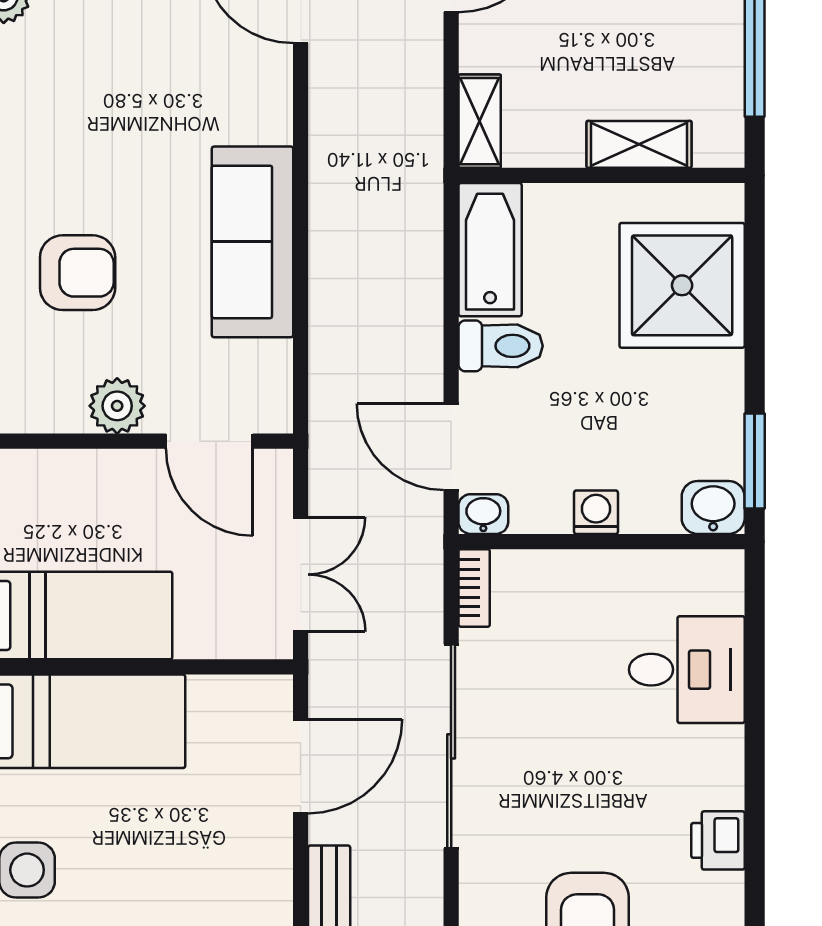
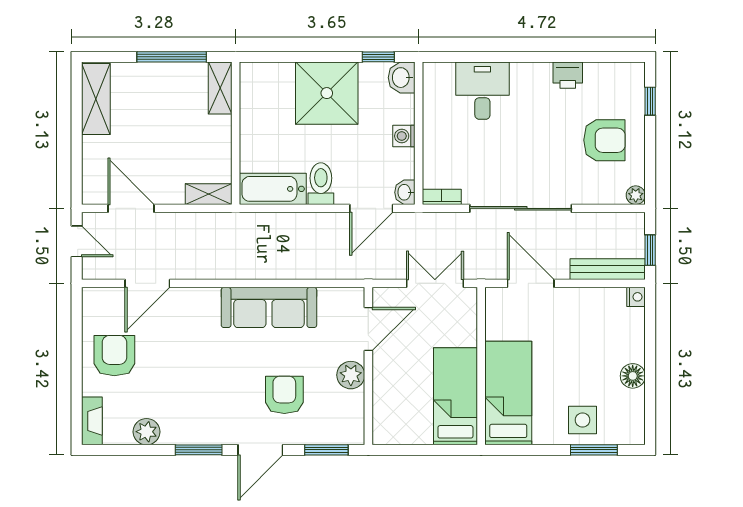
shelving: (639, 144) -> (220, 88), moved
shower: (682, 285) -> (327, 93), moved
window: (755, 461) -> (378, 57), width x0.67

